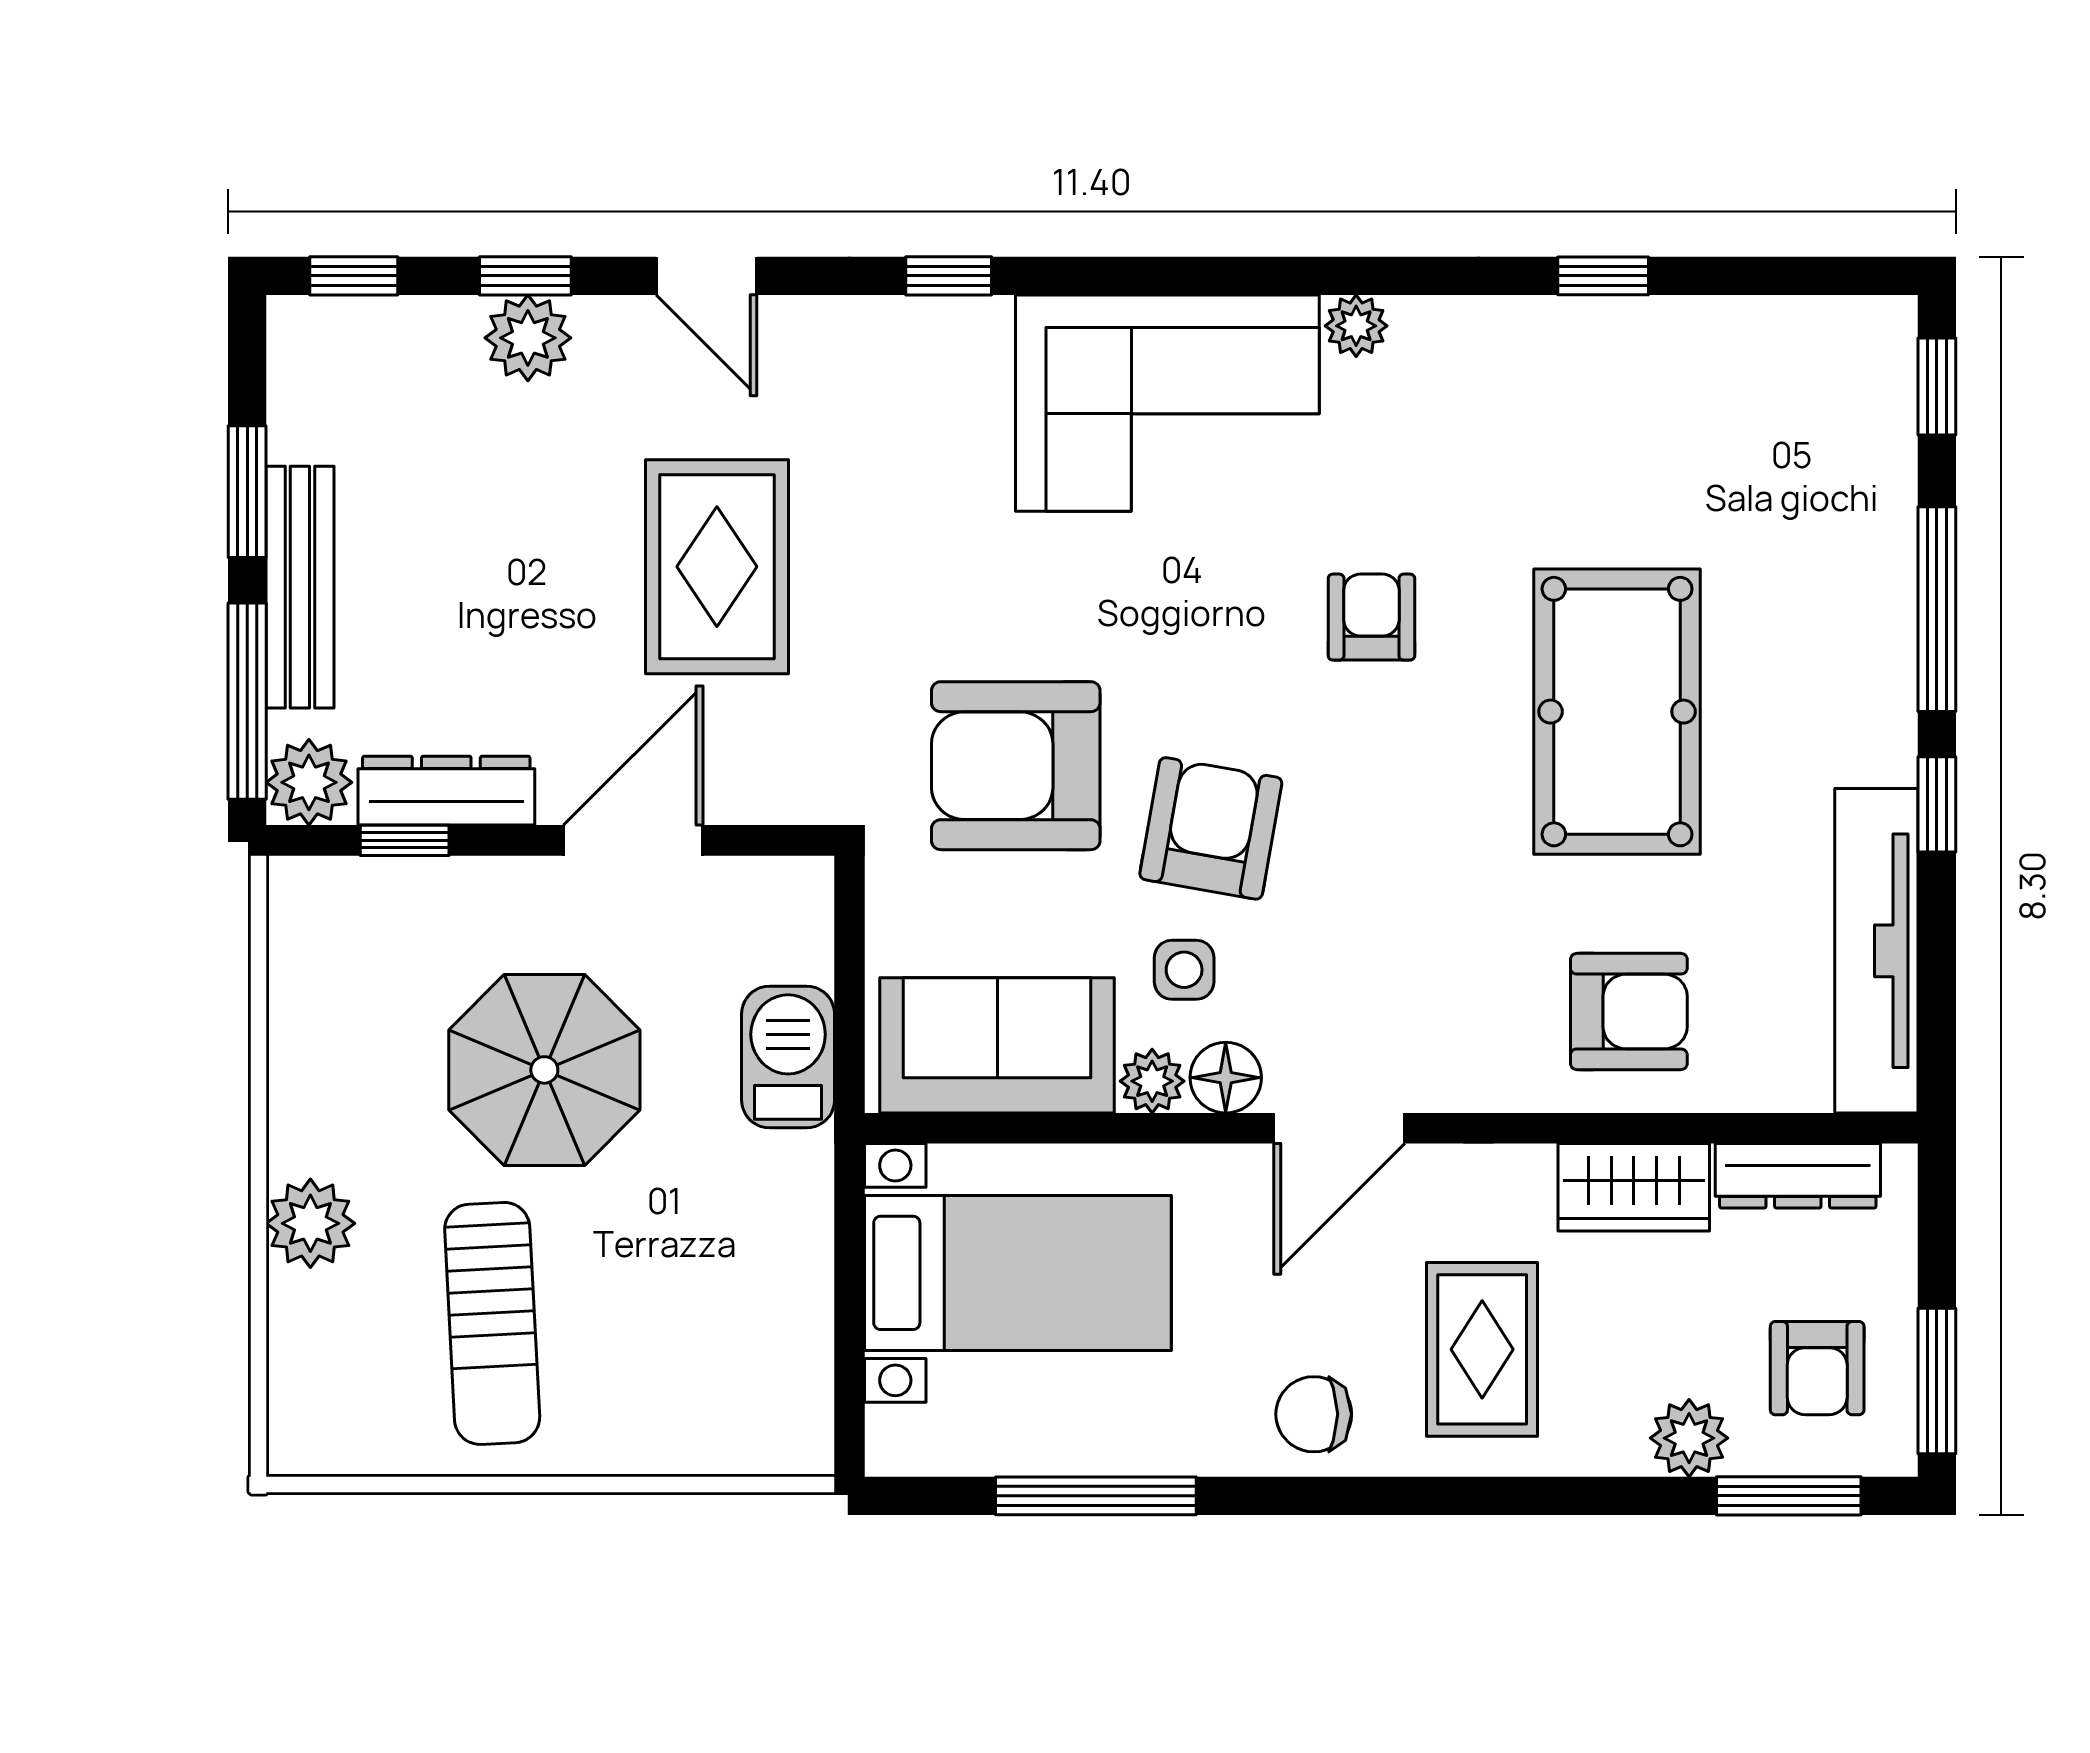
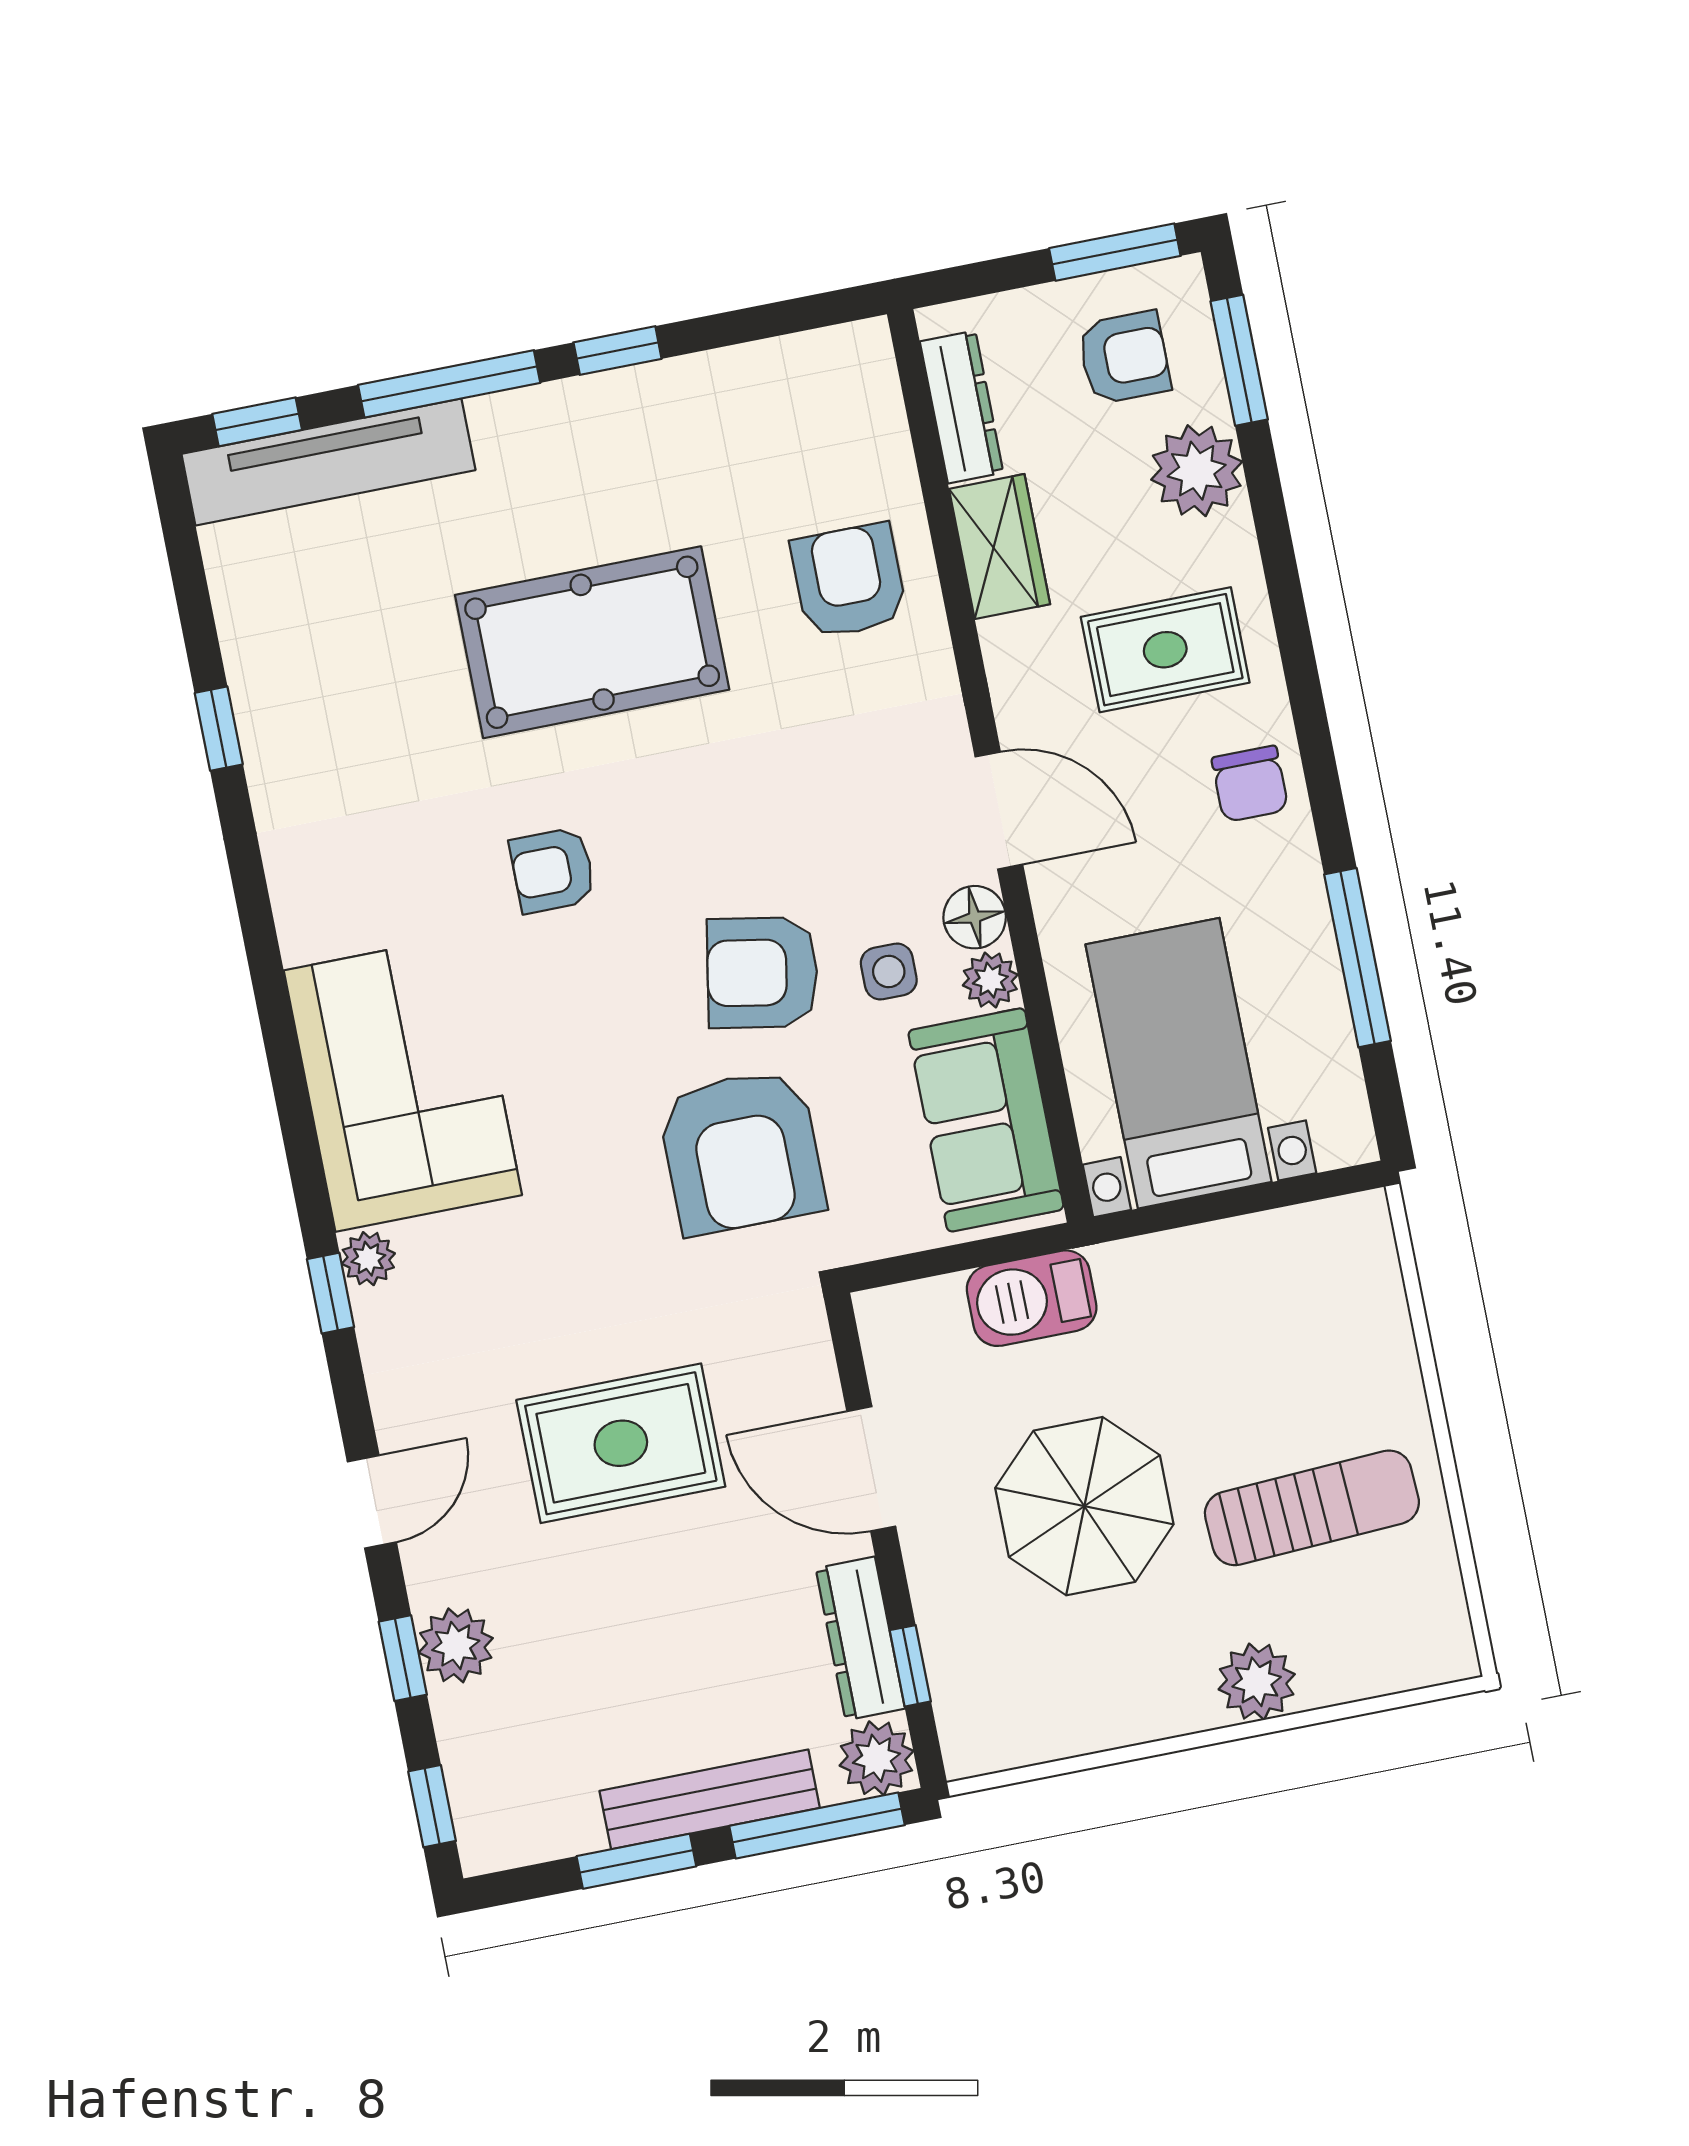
plant: (1356, 326) -> (368, 1259), moved
tv unit: (1876, 951) -> (328, 462), moved
plant: (1689, 1438) -> (1197, 471), width x1.36, depth x1.36

